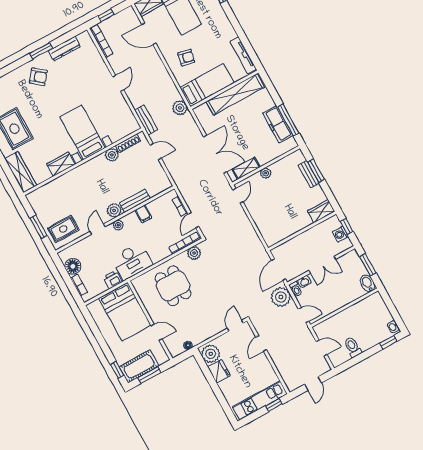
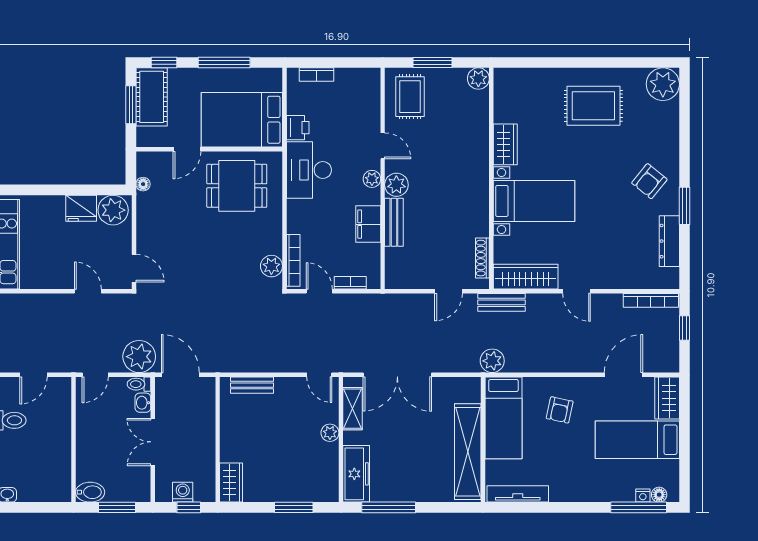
freezer: (278, 124) -> (356, 474), moved, turned 90
plant: (112, 155) -> (478, 79), moved
wardrobe: (21, 172) -> (526, 277), moved, turned 180
bench: (309, 174) -> (252, 385), moved
filing cabinet: (143, 214) -> (368, 224), width x2.00
floor lamp: (73, 266) -> (348, 81), removed
dining table: (173, 286) -> (237, 186), moved
window: (100, 338) -> (224, 62), added

